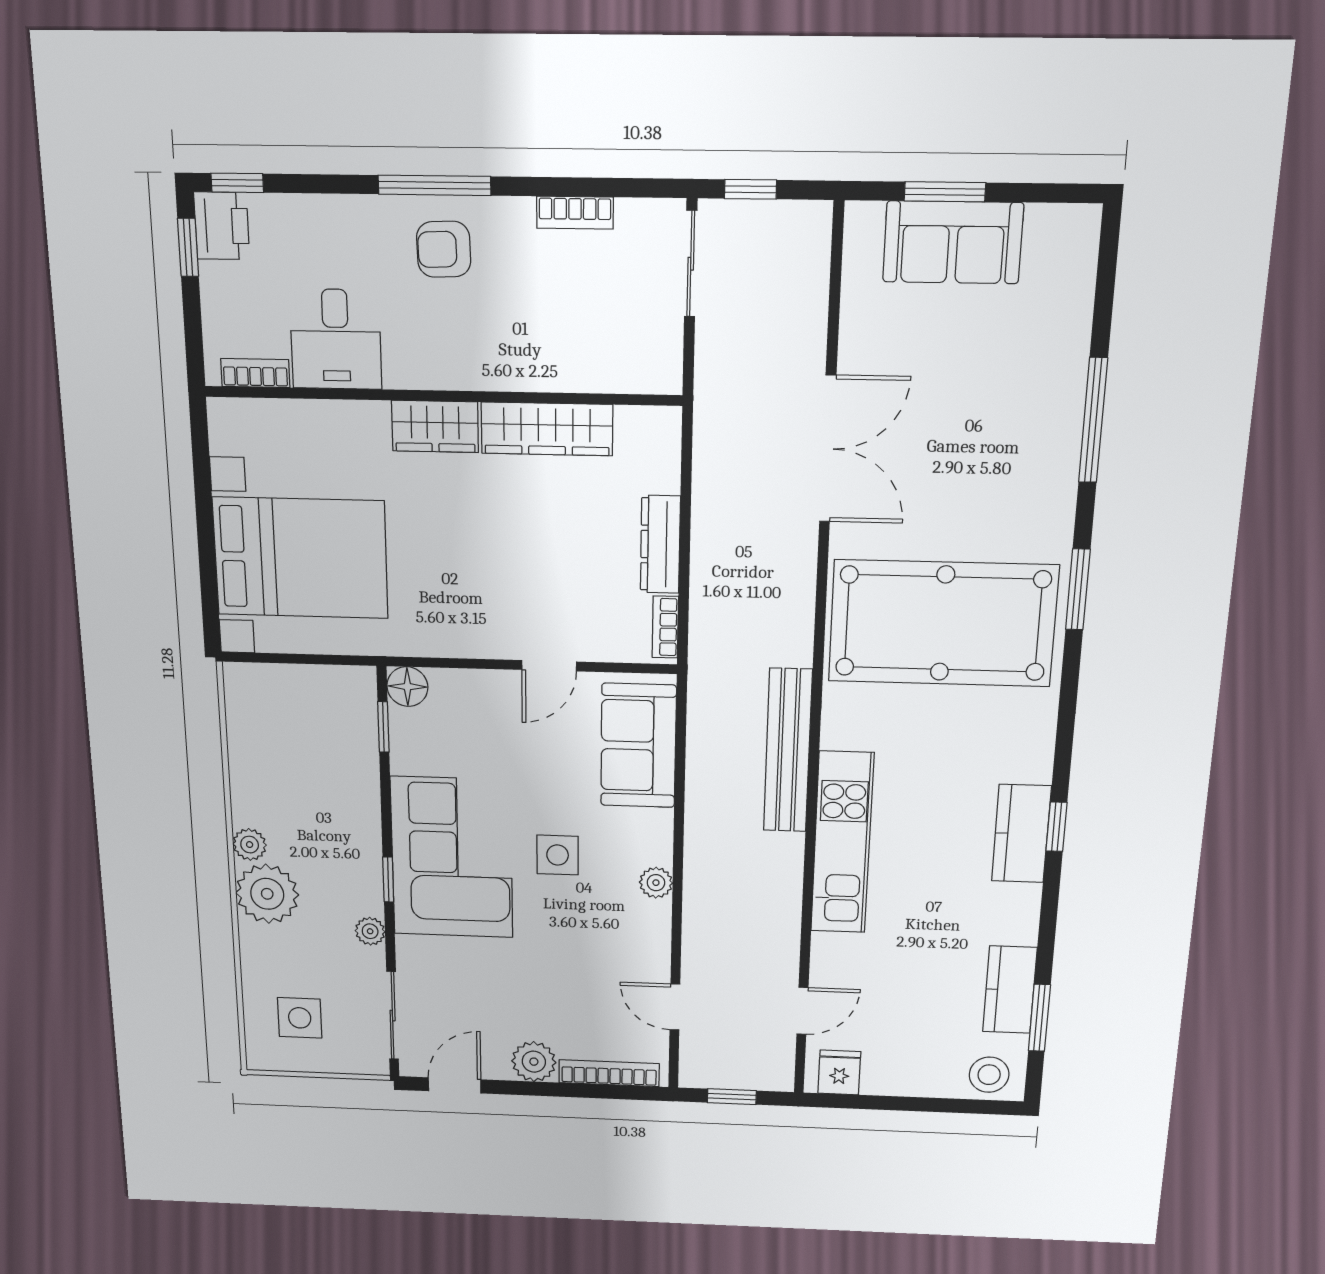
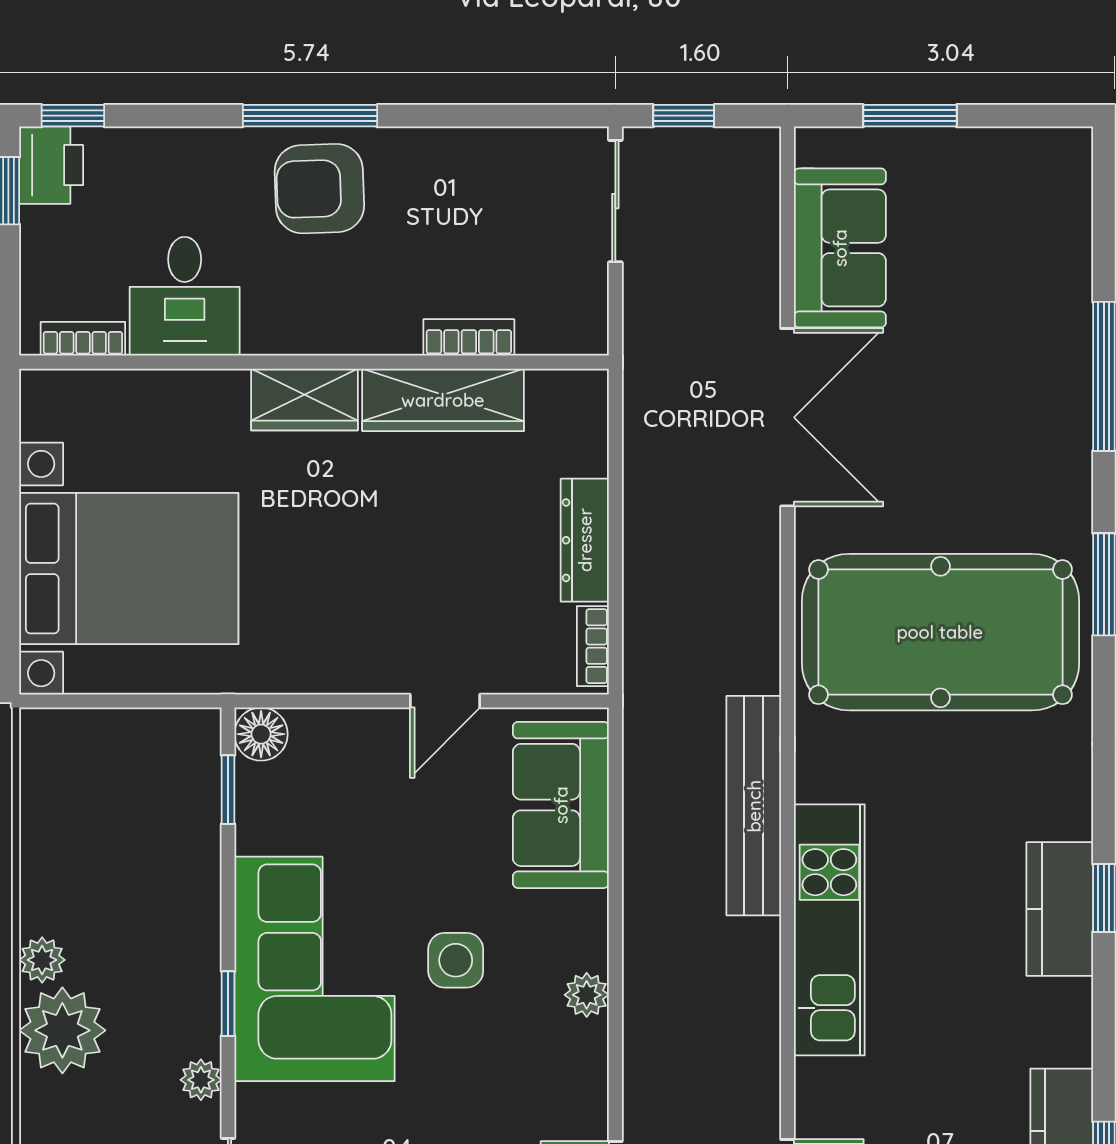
bookcase: (575, 213) -> (469, 337), moved, turned 180
sofa: (953, 242) -> (840, 248), moved, turned -90
armchair: (444, 249) -> (319, 189), width x1.38, depth x1.38

